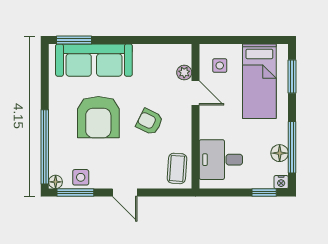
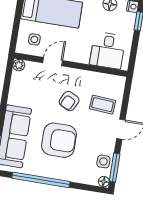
plant: (184, 73) -> (19, 65), moved
window: (45, 147) -> (41, 180), moved
coffee table: (177, 168) -> (103, 105), moved

